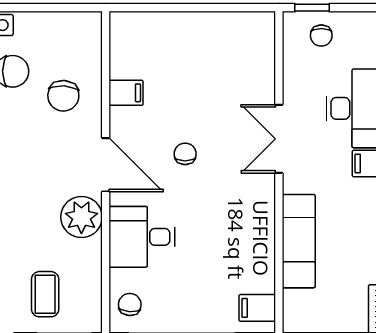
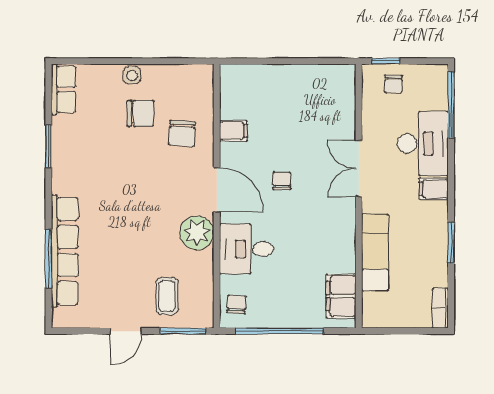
filing cabinet: (257, 308) -> (341, 296), width x2.00

